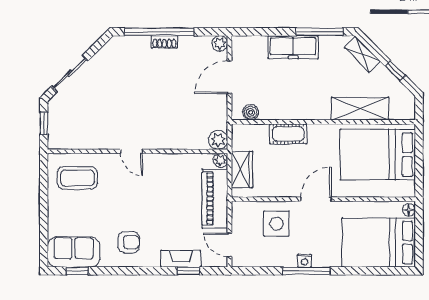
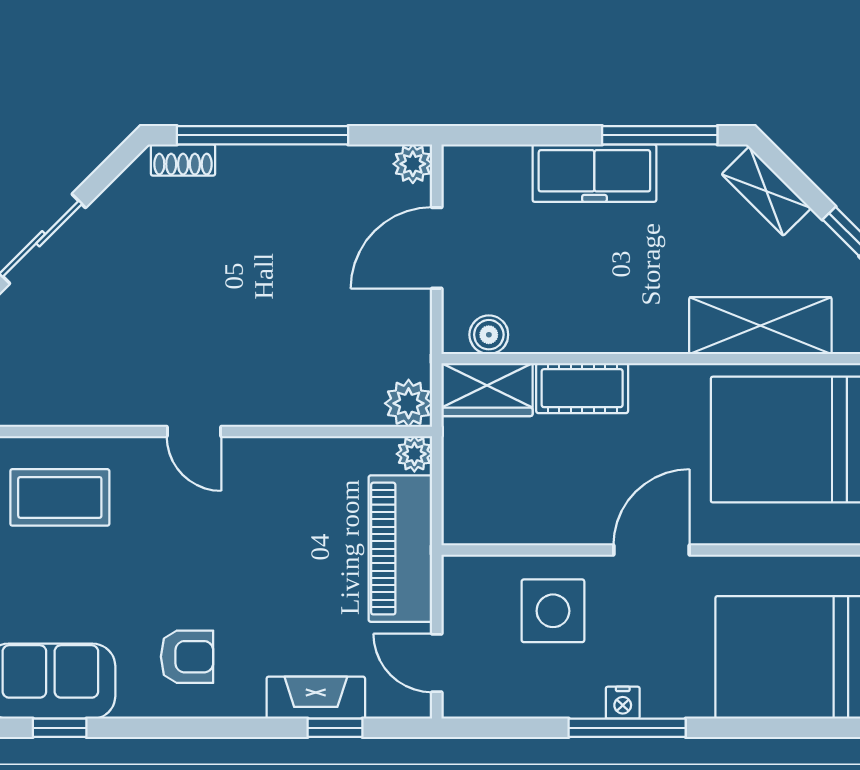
shoe rack: (164, 42) -> (183, 160), moved
wardrobe: (242, 170) -> (487, 390), moved, turned 90

